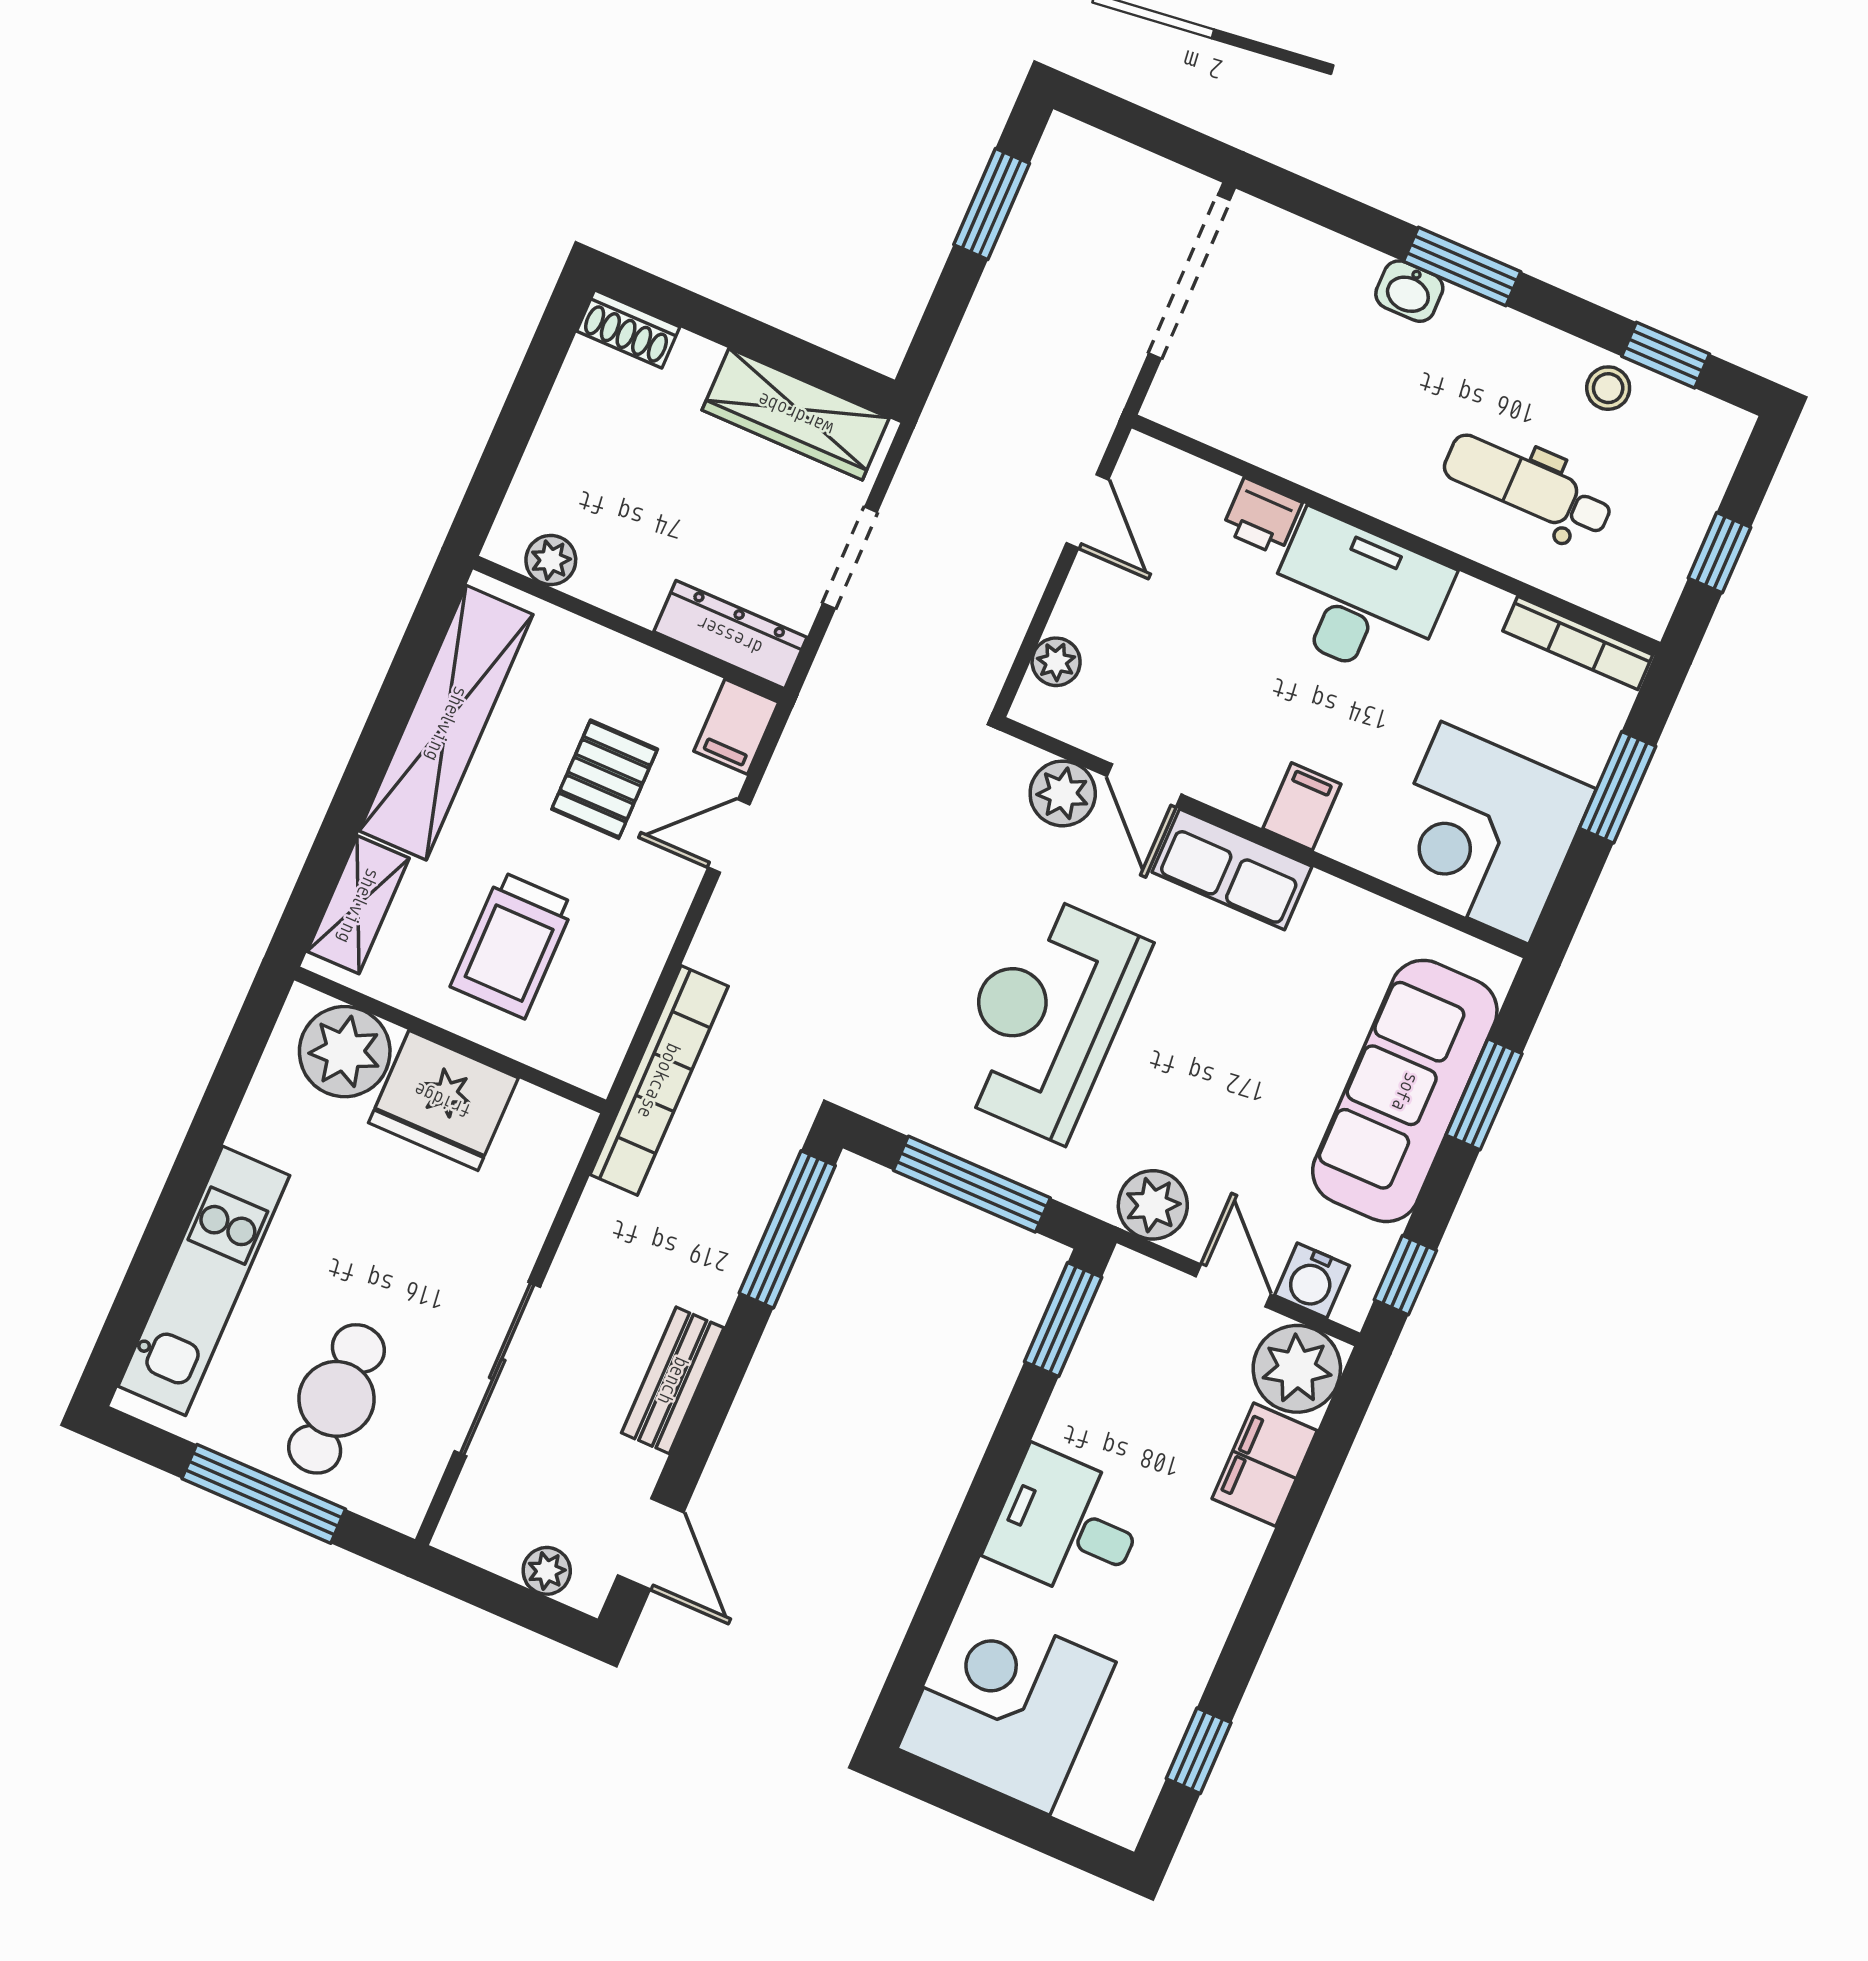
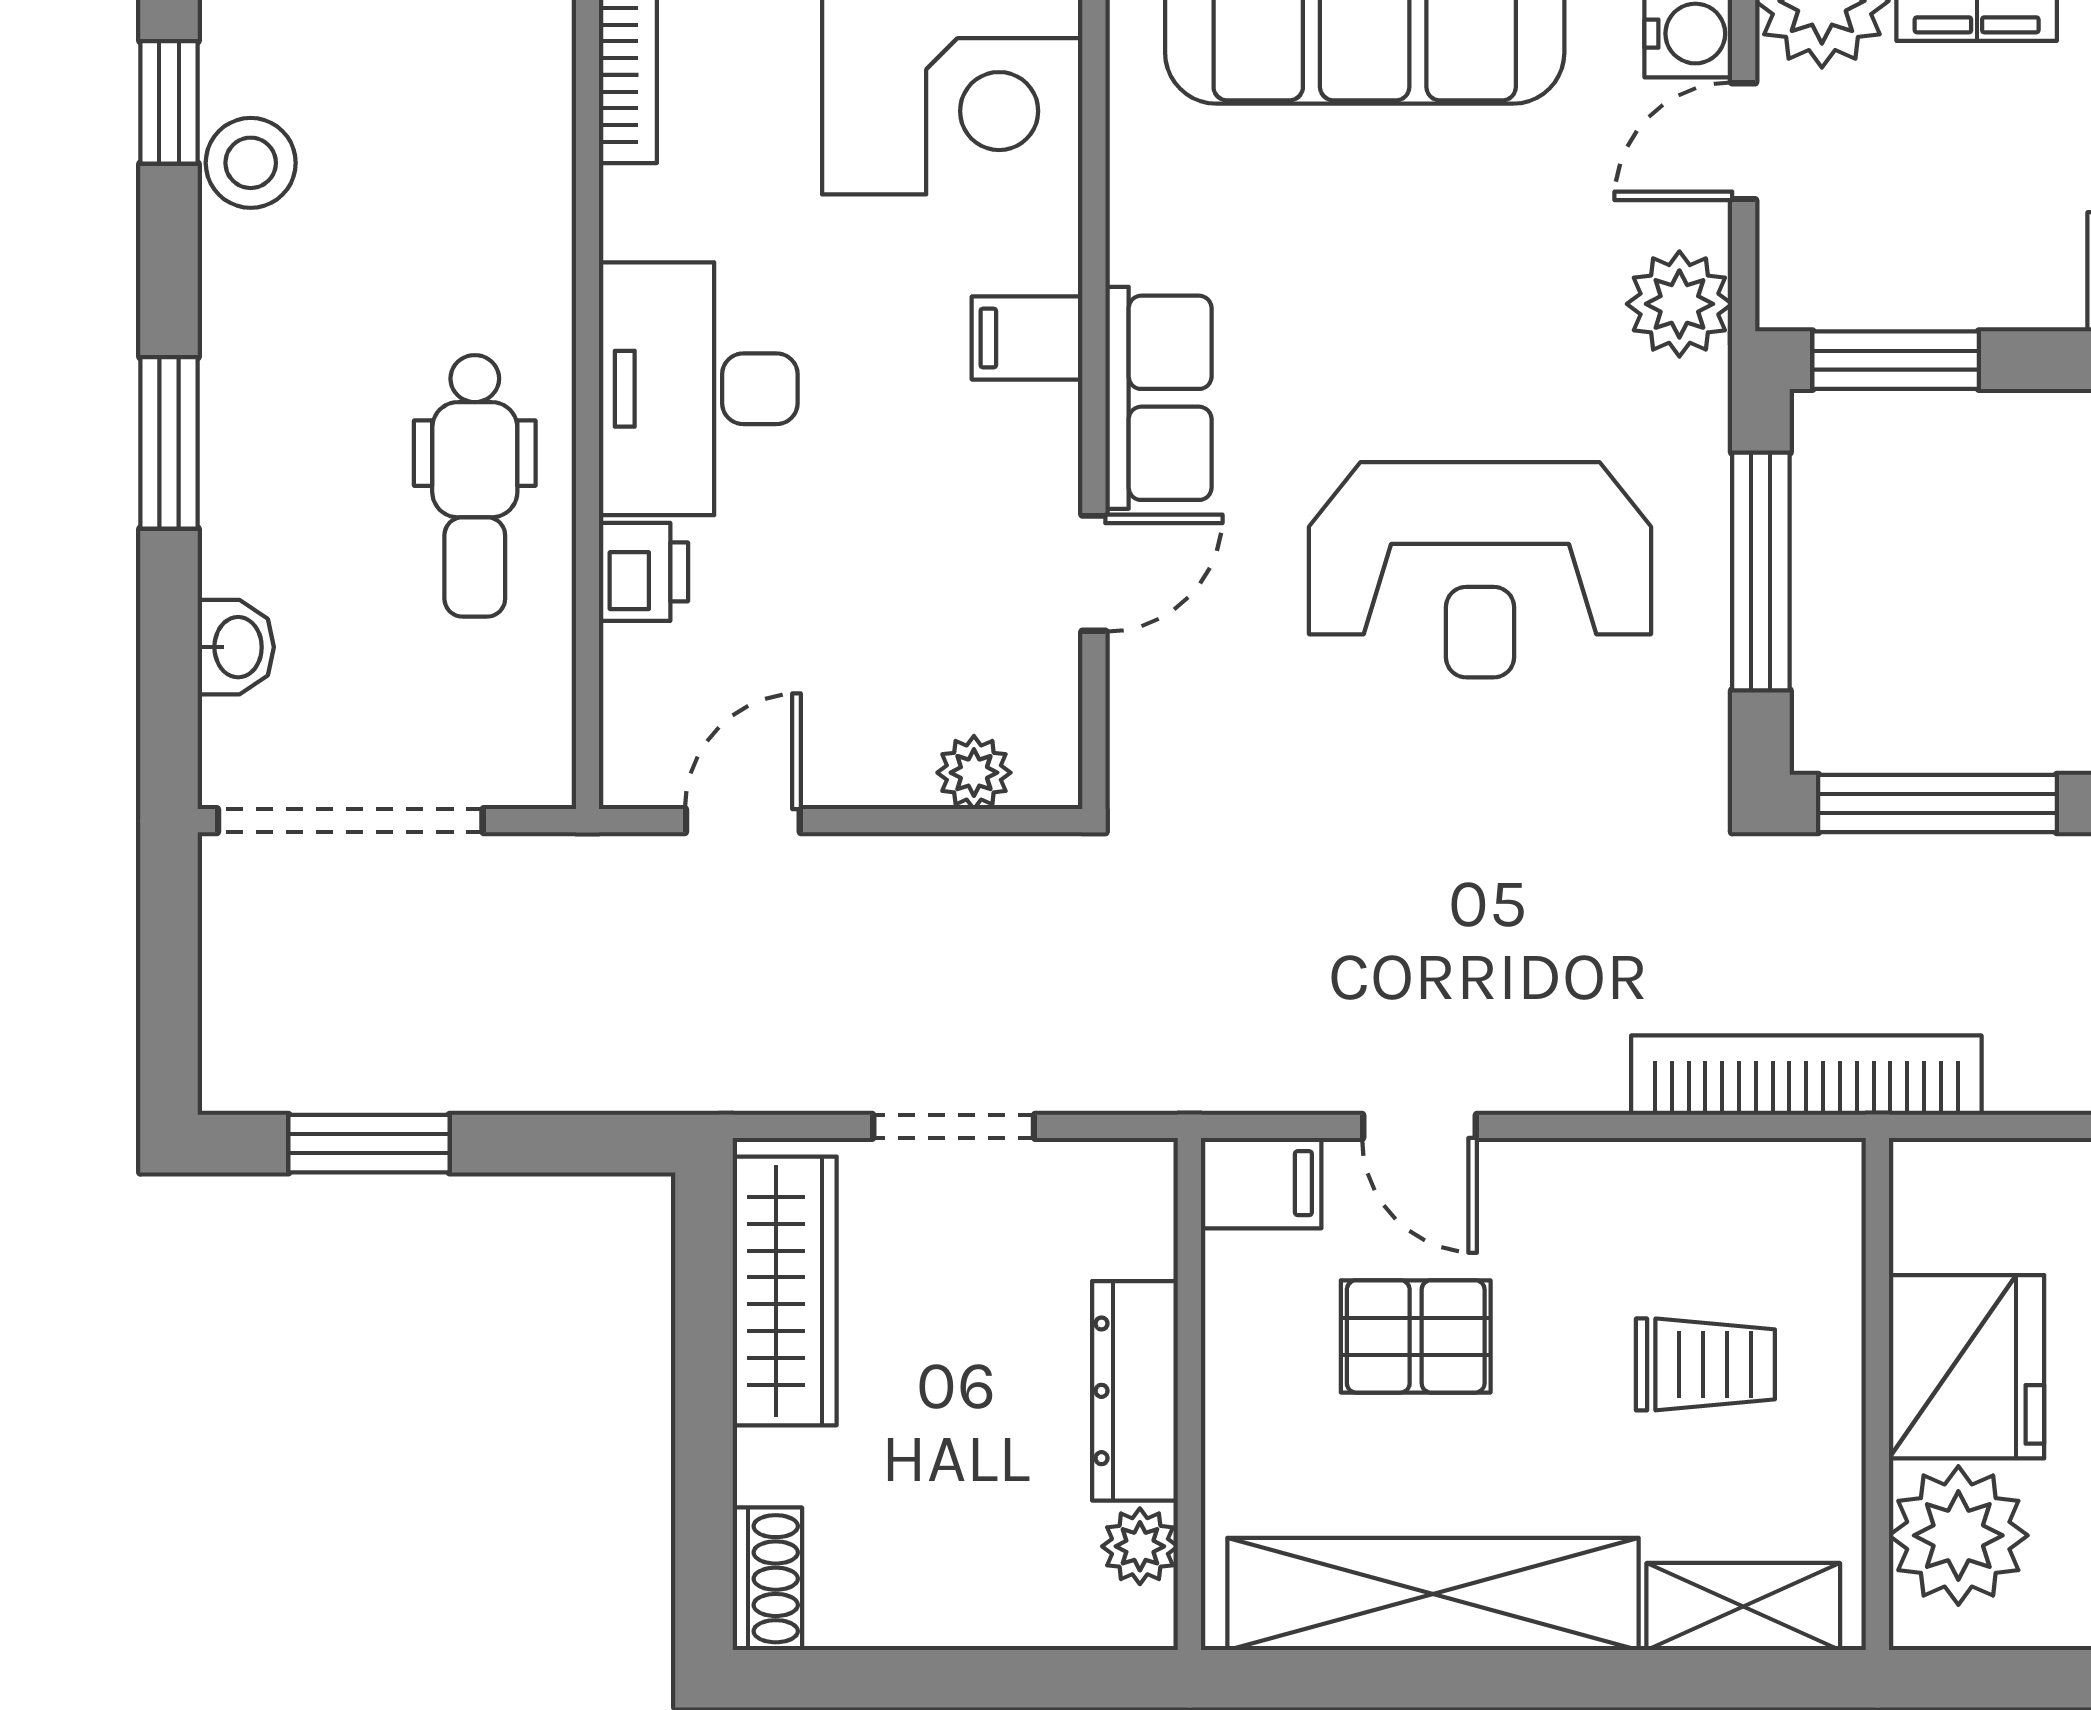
washbasin: (1409, 291) -> (236, 647), moved
stool: (1608, 388) -> (251, 163), width x1.37, depth x1.37
dental chair: (1528, 486) -> (475, 486), moved
dresser: (730, 635) -> (1135, 1391), moved
plant: (1063, 793) -> (1155, 683), removed
trolley: (513, 945) -> (1705, 1364), width x0.73, depth x0.72

